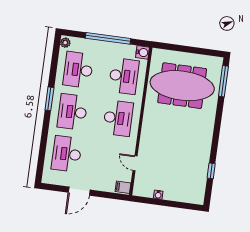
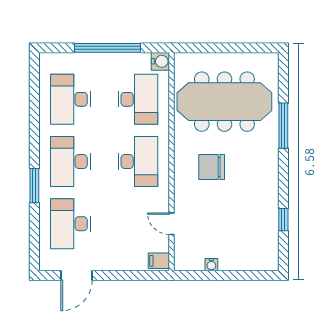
plant: (65, 43) -> (46, 63), removed
window: (223, 81) -> (283, 126), moved
window: (49, 99) -> (34, 186), moved
chair: (167, 129) -> (212, 167), added
door: (79, 191) -> (77, 275), moved

